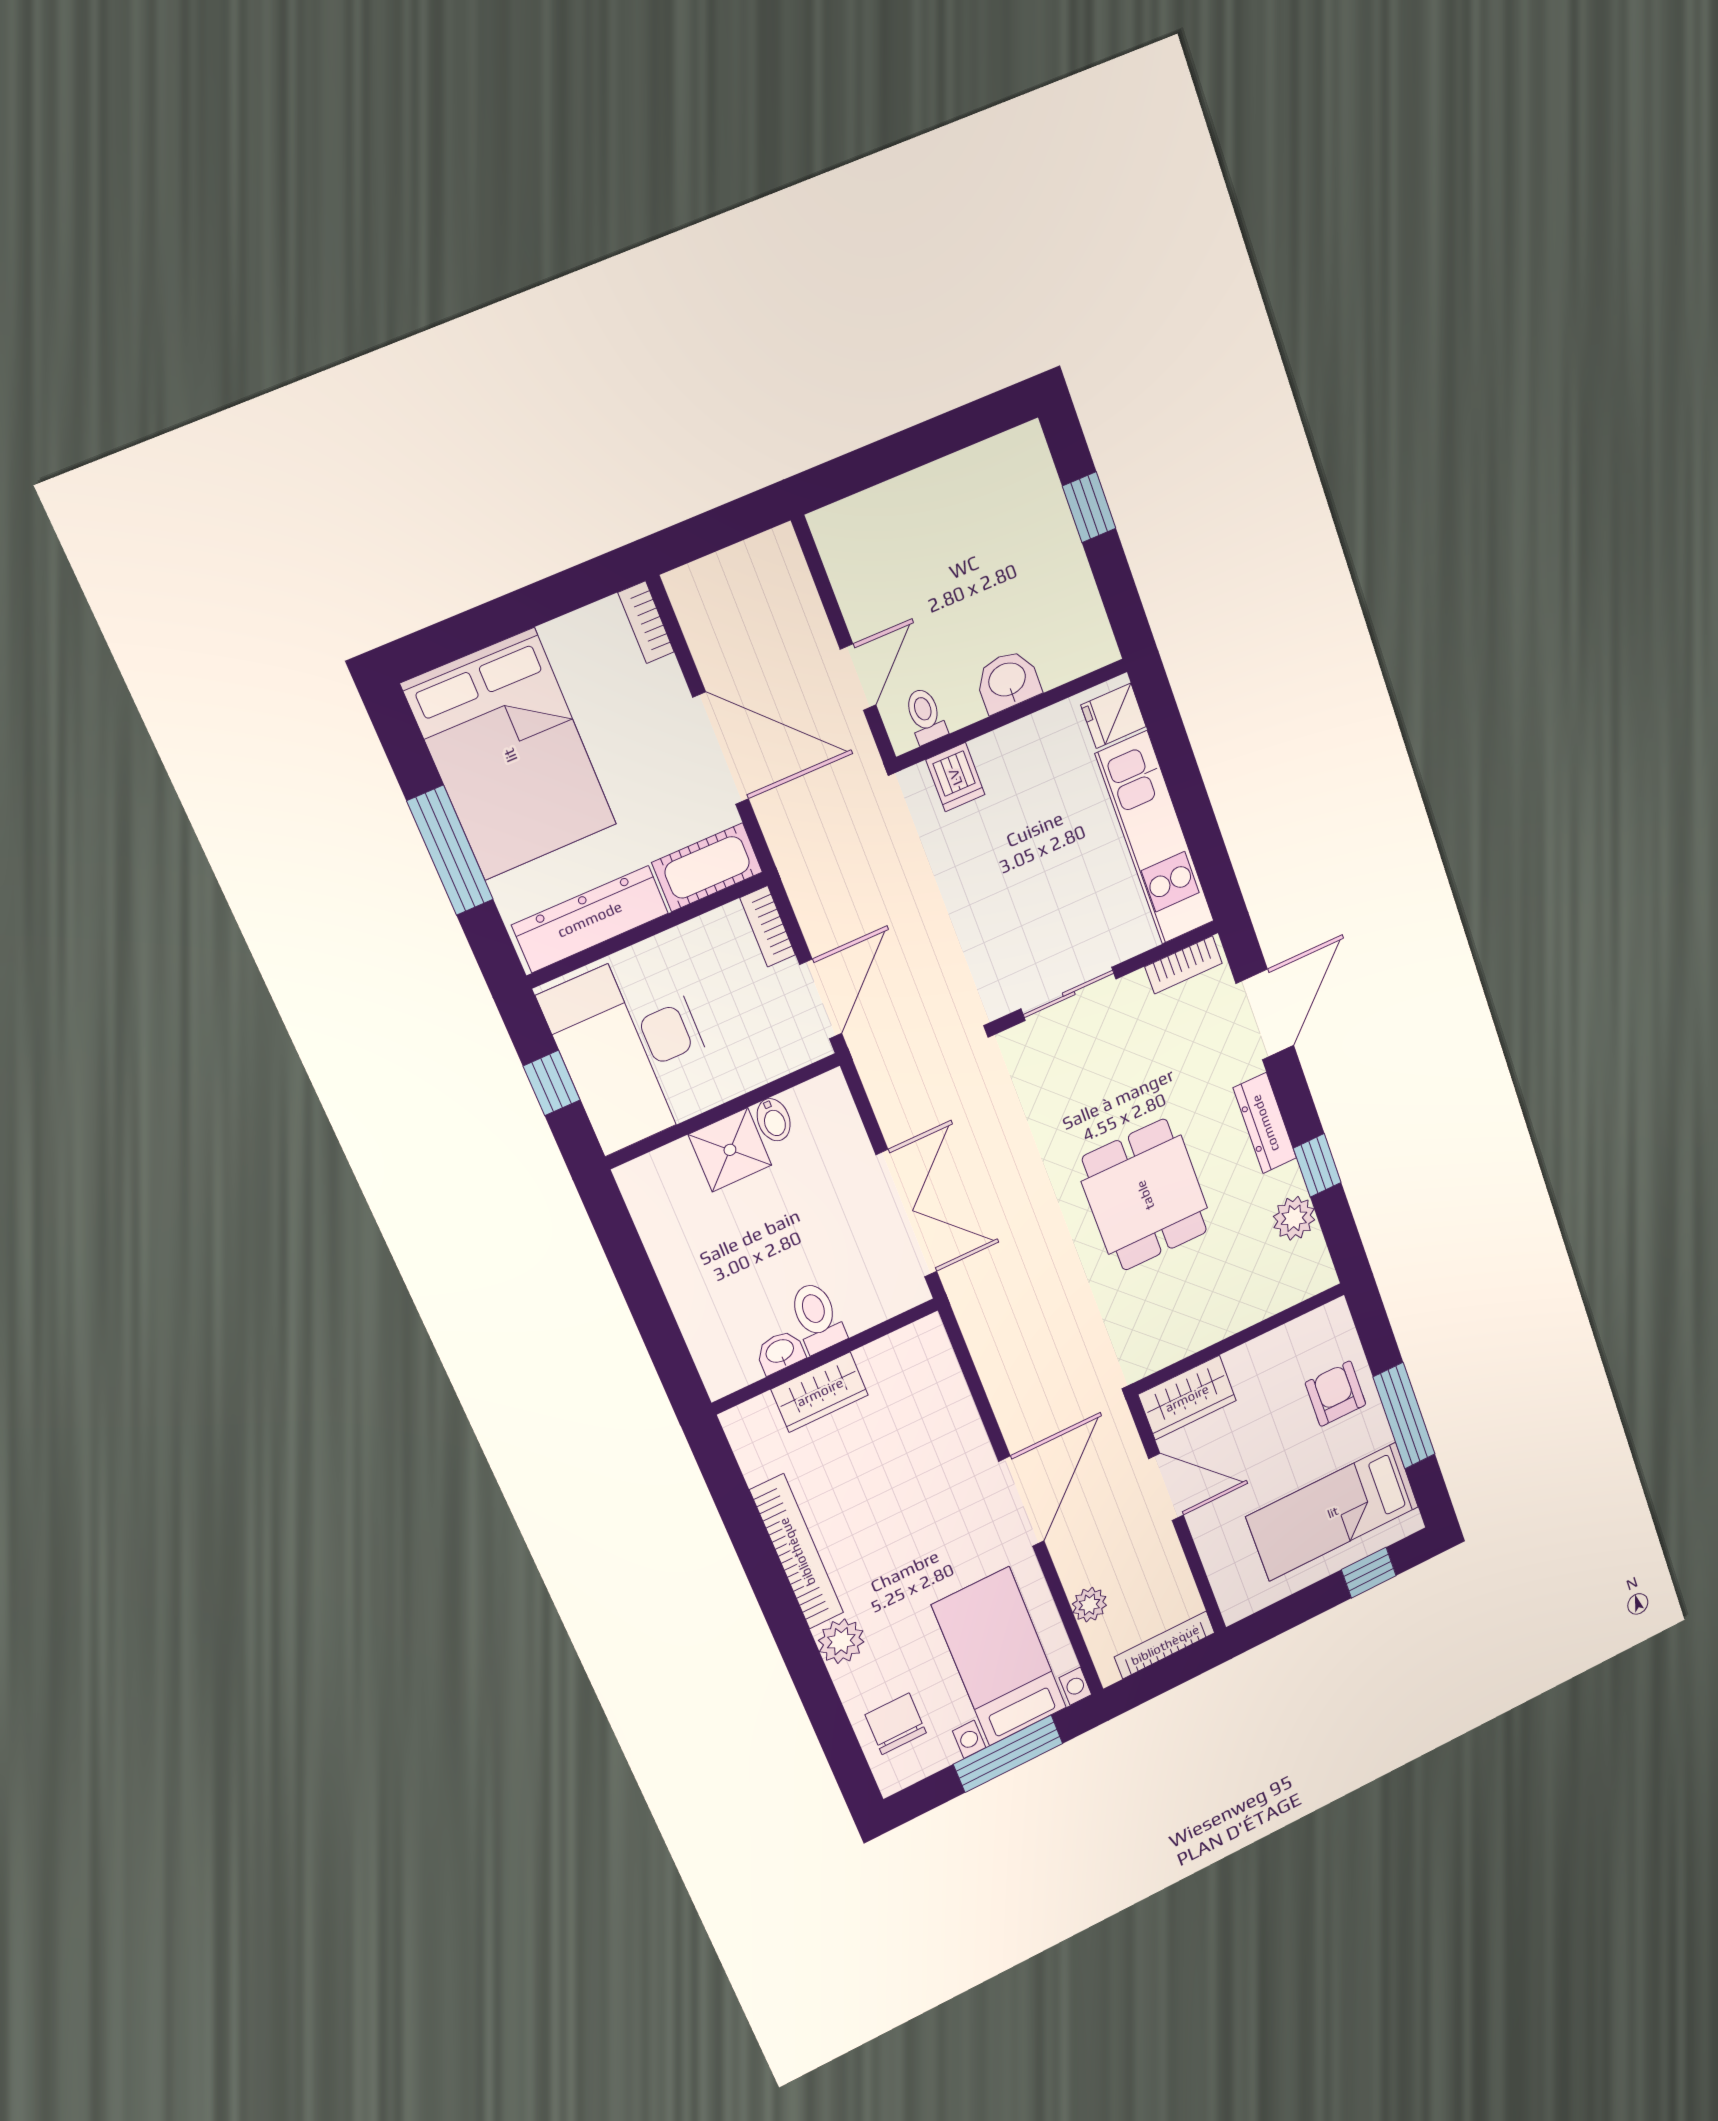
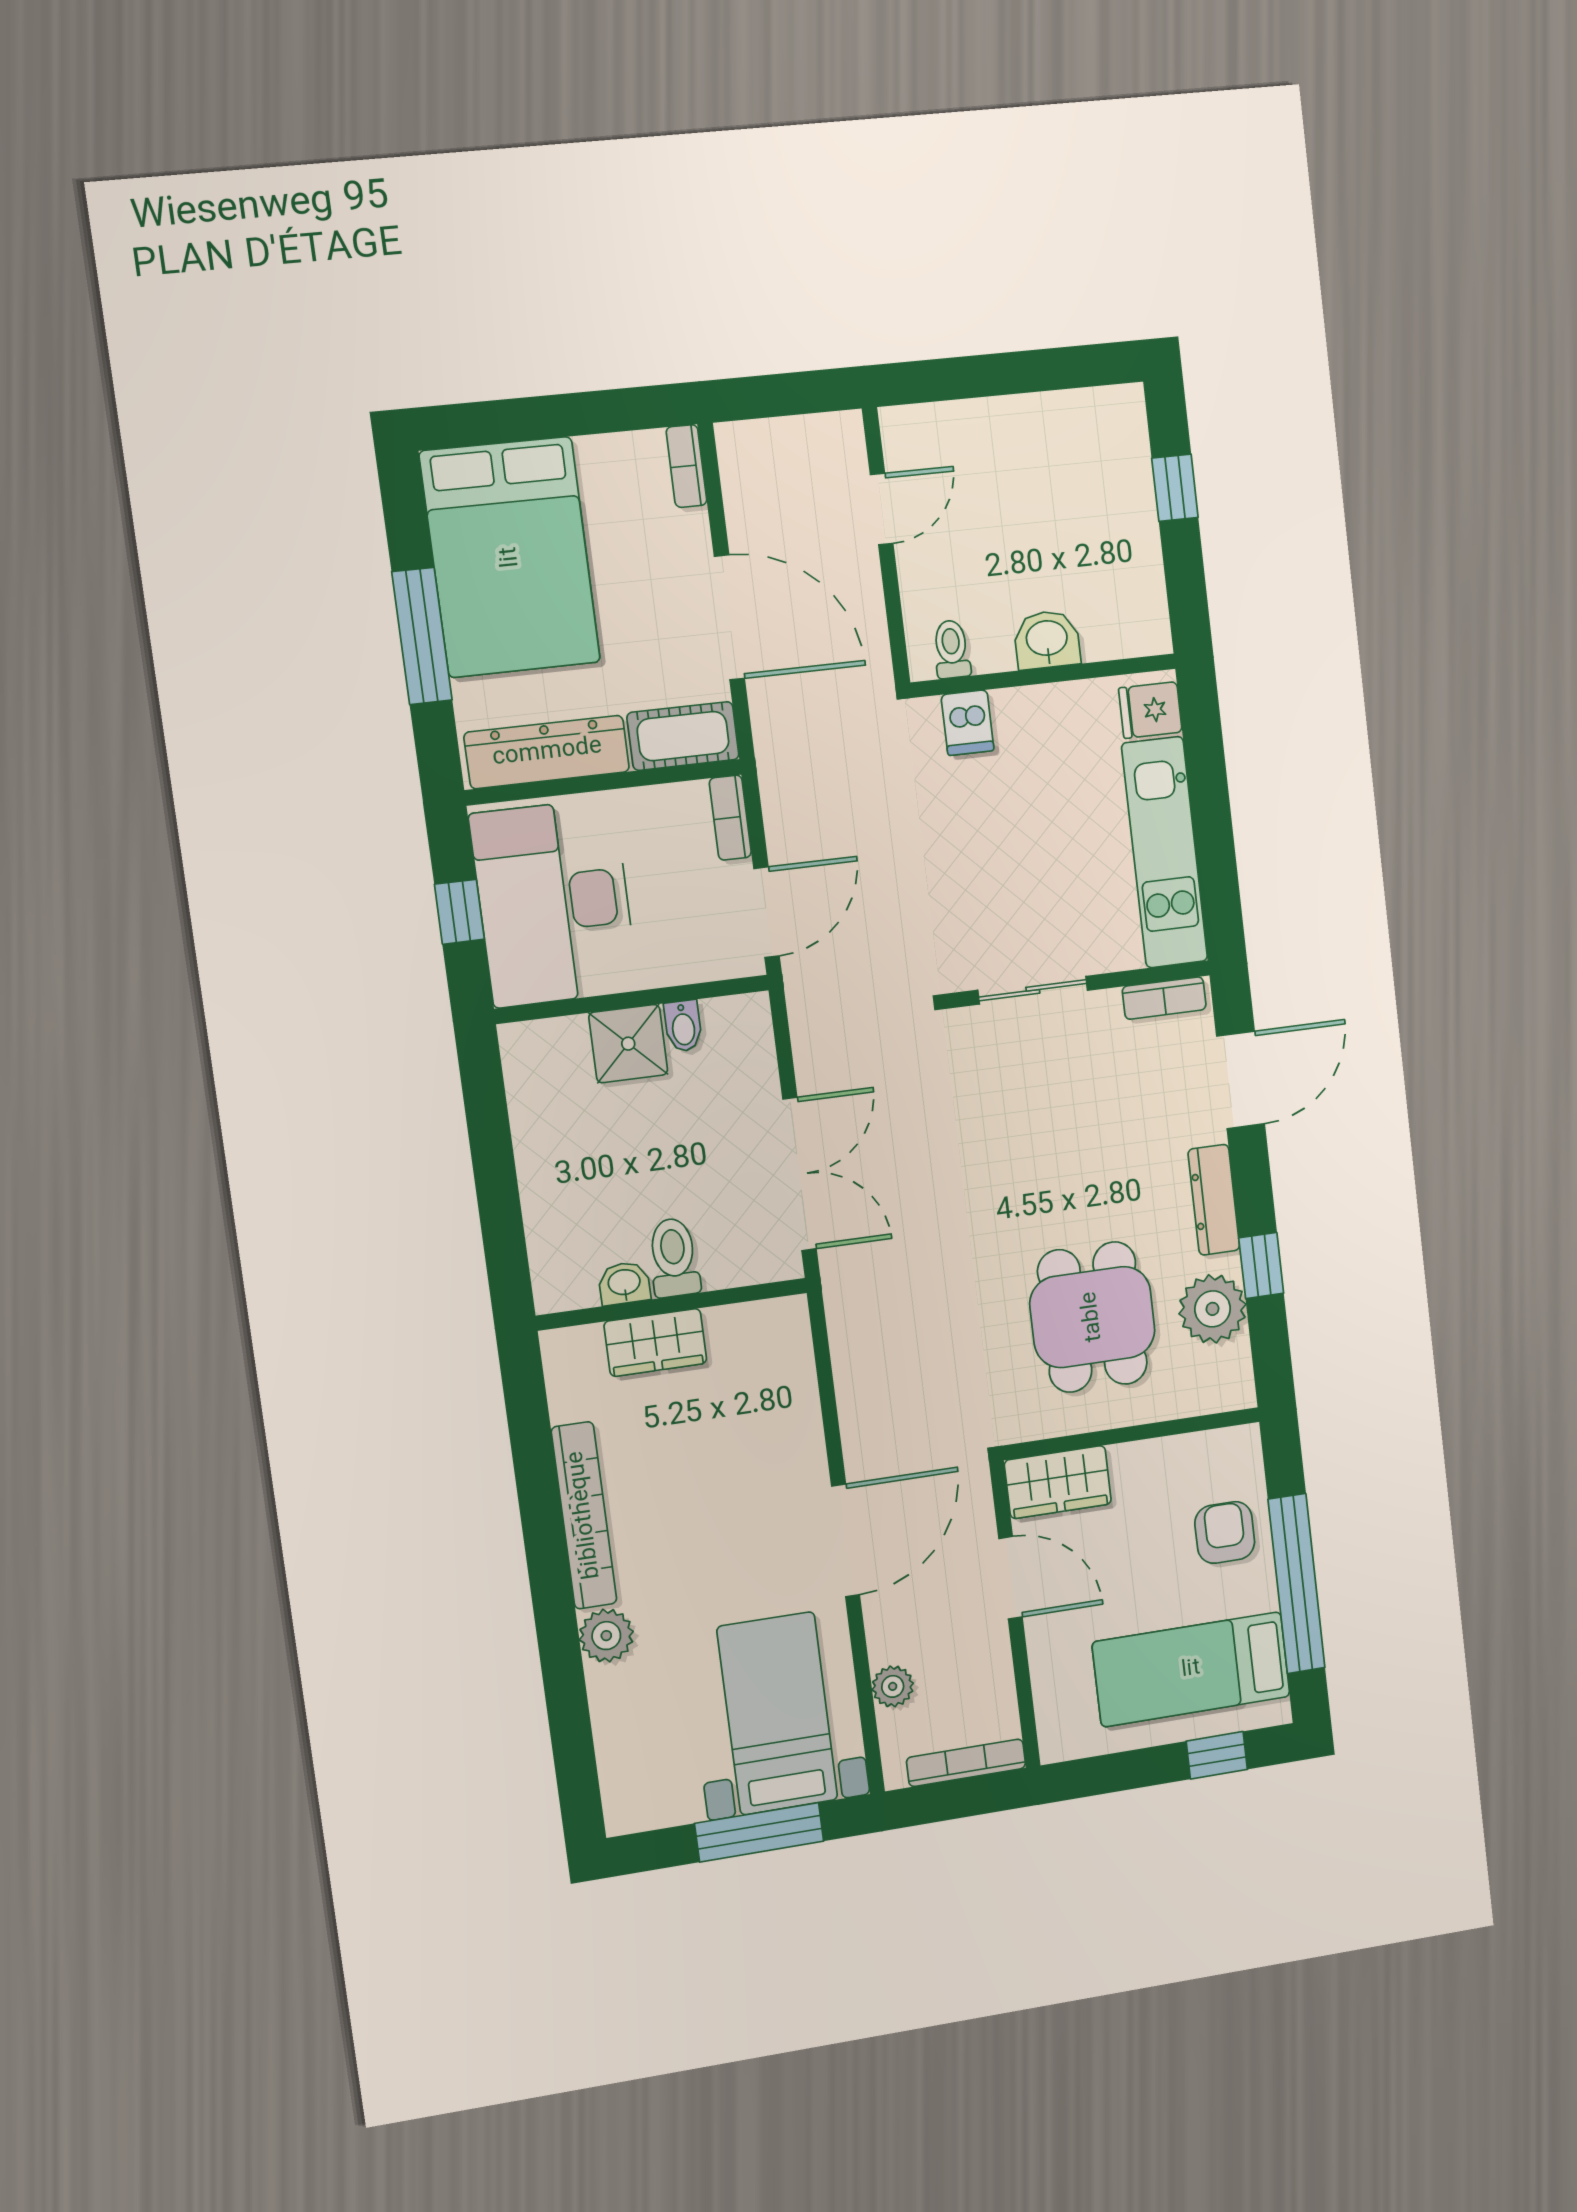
door: (858, 677) -> (882, 509), moved
dining table: (1145, 1195) -> (1092, 1317), moved
plant: (1294, 1218) -> (1213, 1309), width x1.36, depth x1.36
window: (1404, 1416) -> (1297, 1584), width x1.46
chair: (896, 1724) -> (642, 1753), removed

